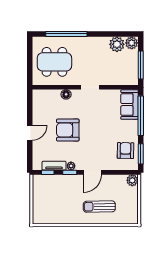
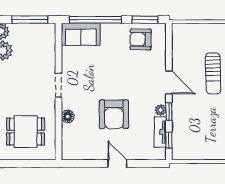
dining table: (54, 62) -> (26, 132), width x0.73
plant: (132, 180) -> (179, 31), removed

